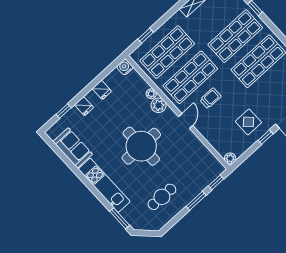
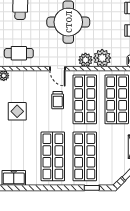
plant: (151, 94) -> (102, 58), width x1.87, depth x1.87
cafe table: (201, 163) -> (19, 53), added

